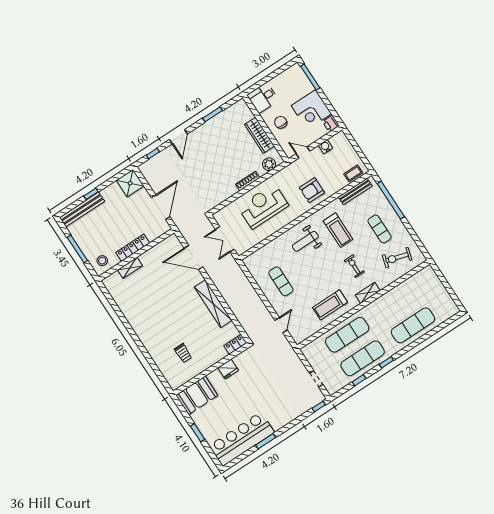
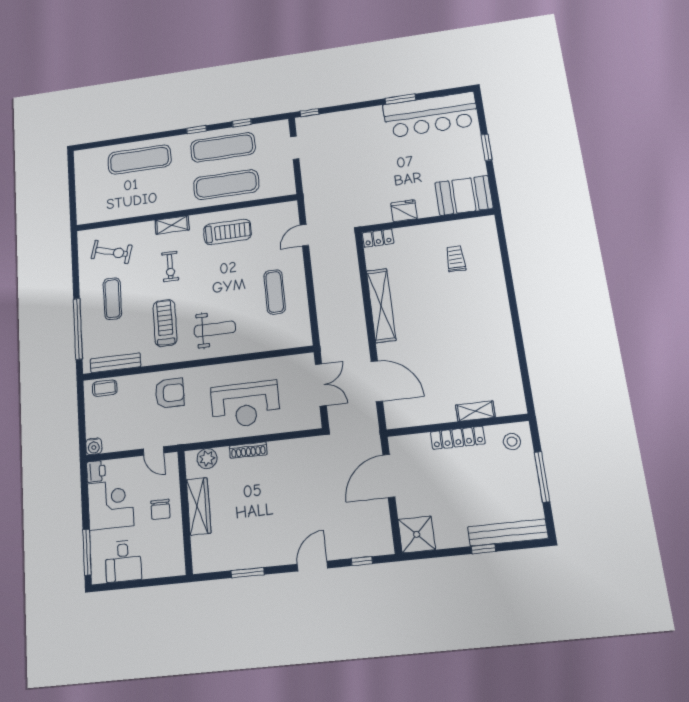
desk: (263, 98) -> (123, 561), moved, turned 90
water cooler: (325, 147) -> (94, 446), moved

